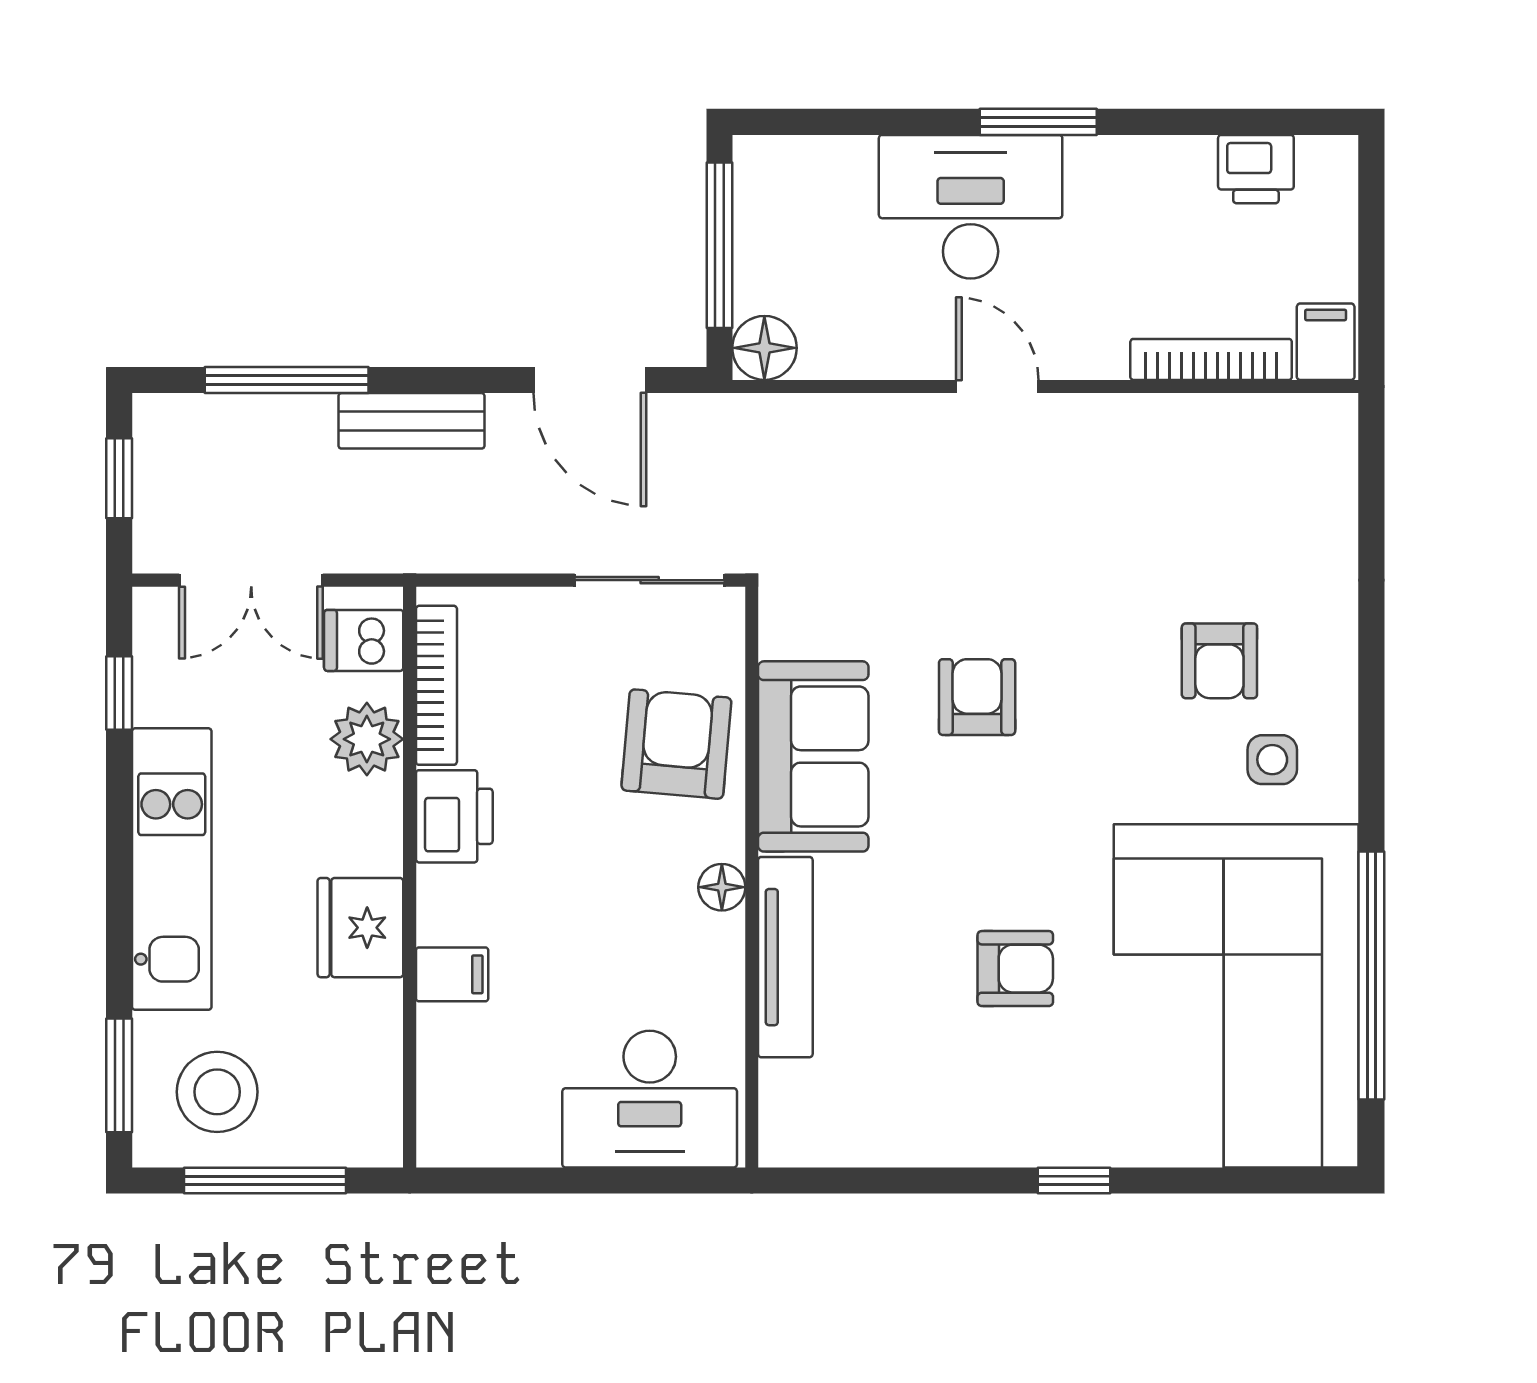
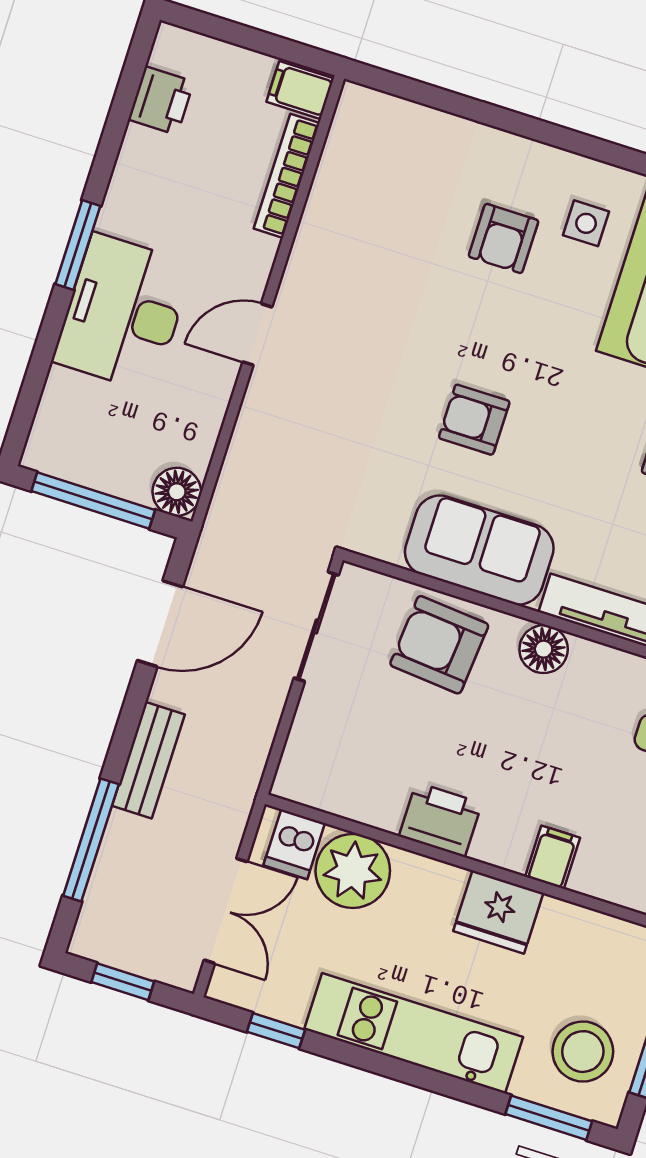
armchair: (1219, 661) -> (504, 238), turned 90
bookcase: (436, 685) -> (343, 803), removed
plant: (367, 739) -> (353, 871), width x1.36, depth x1.36
floor lamp: (722, 887) -> (544, 649), width x1.37, depth x1.37

